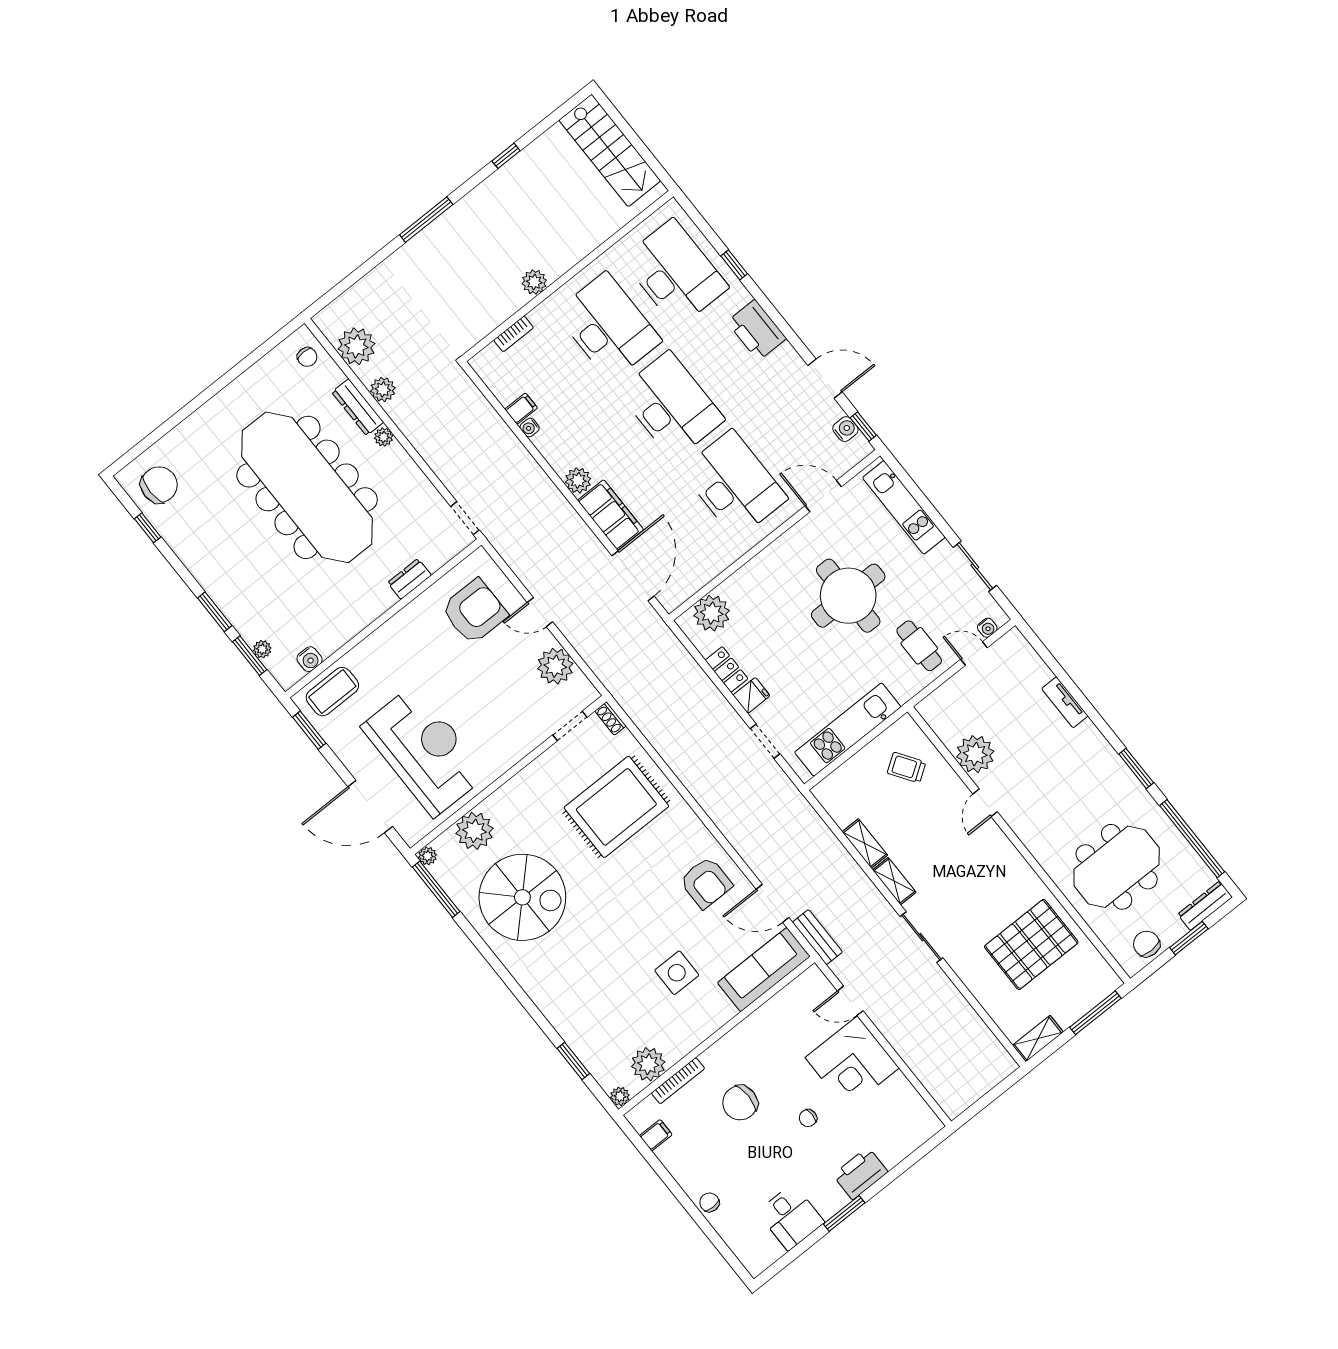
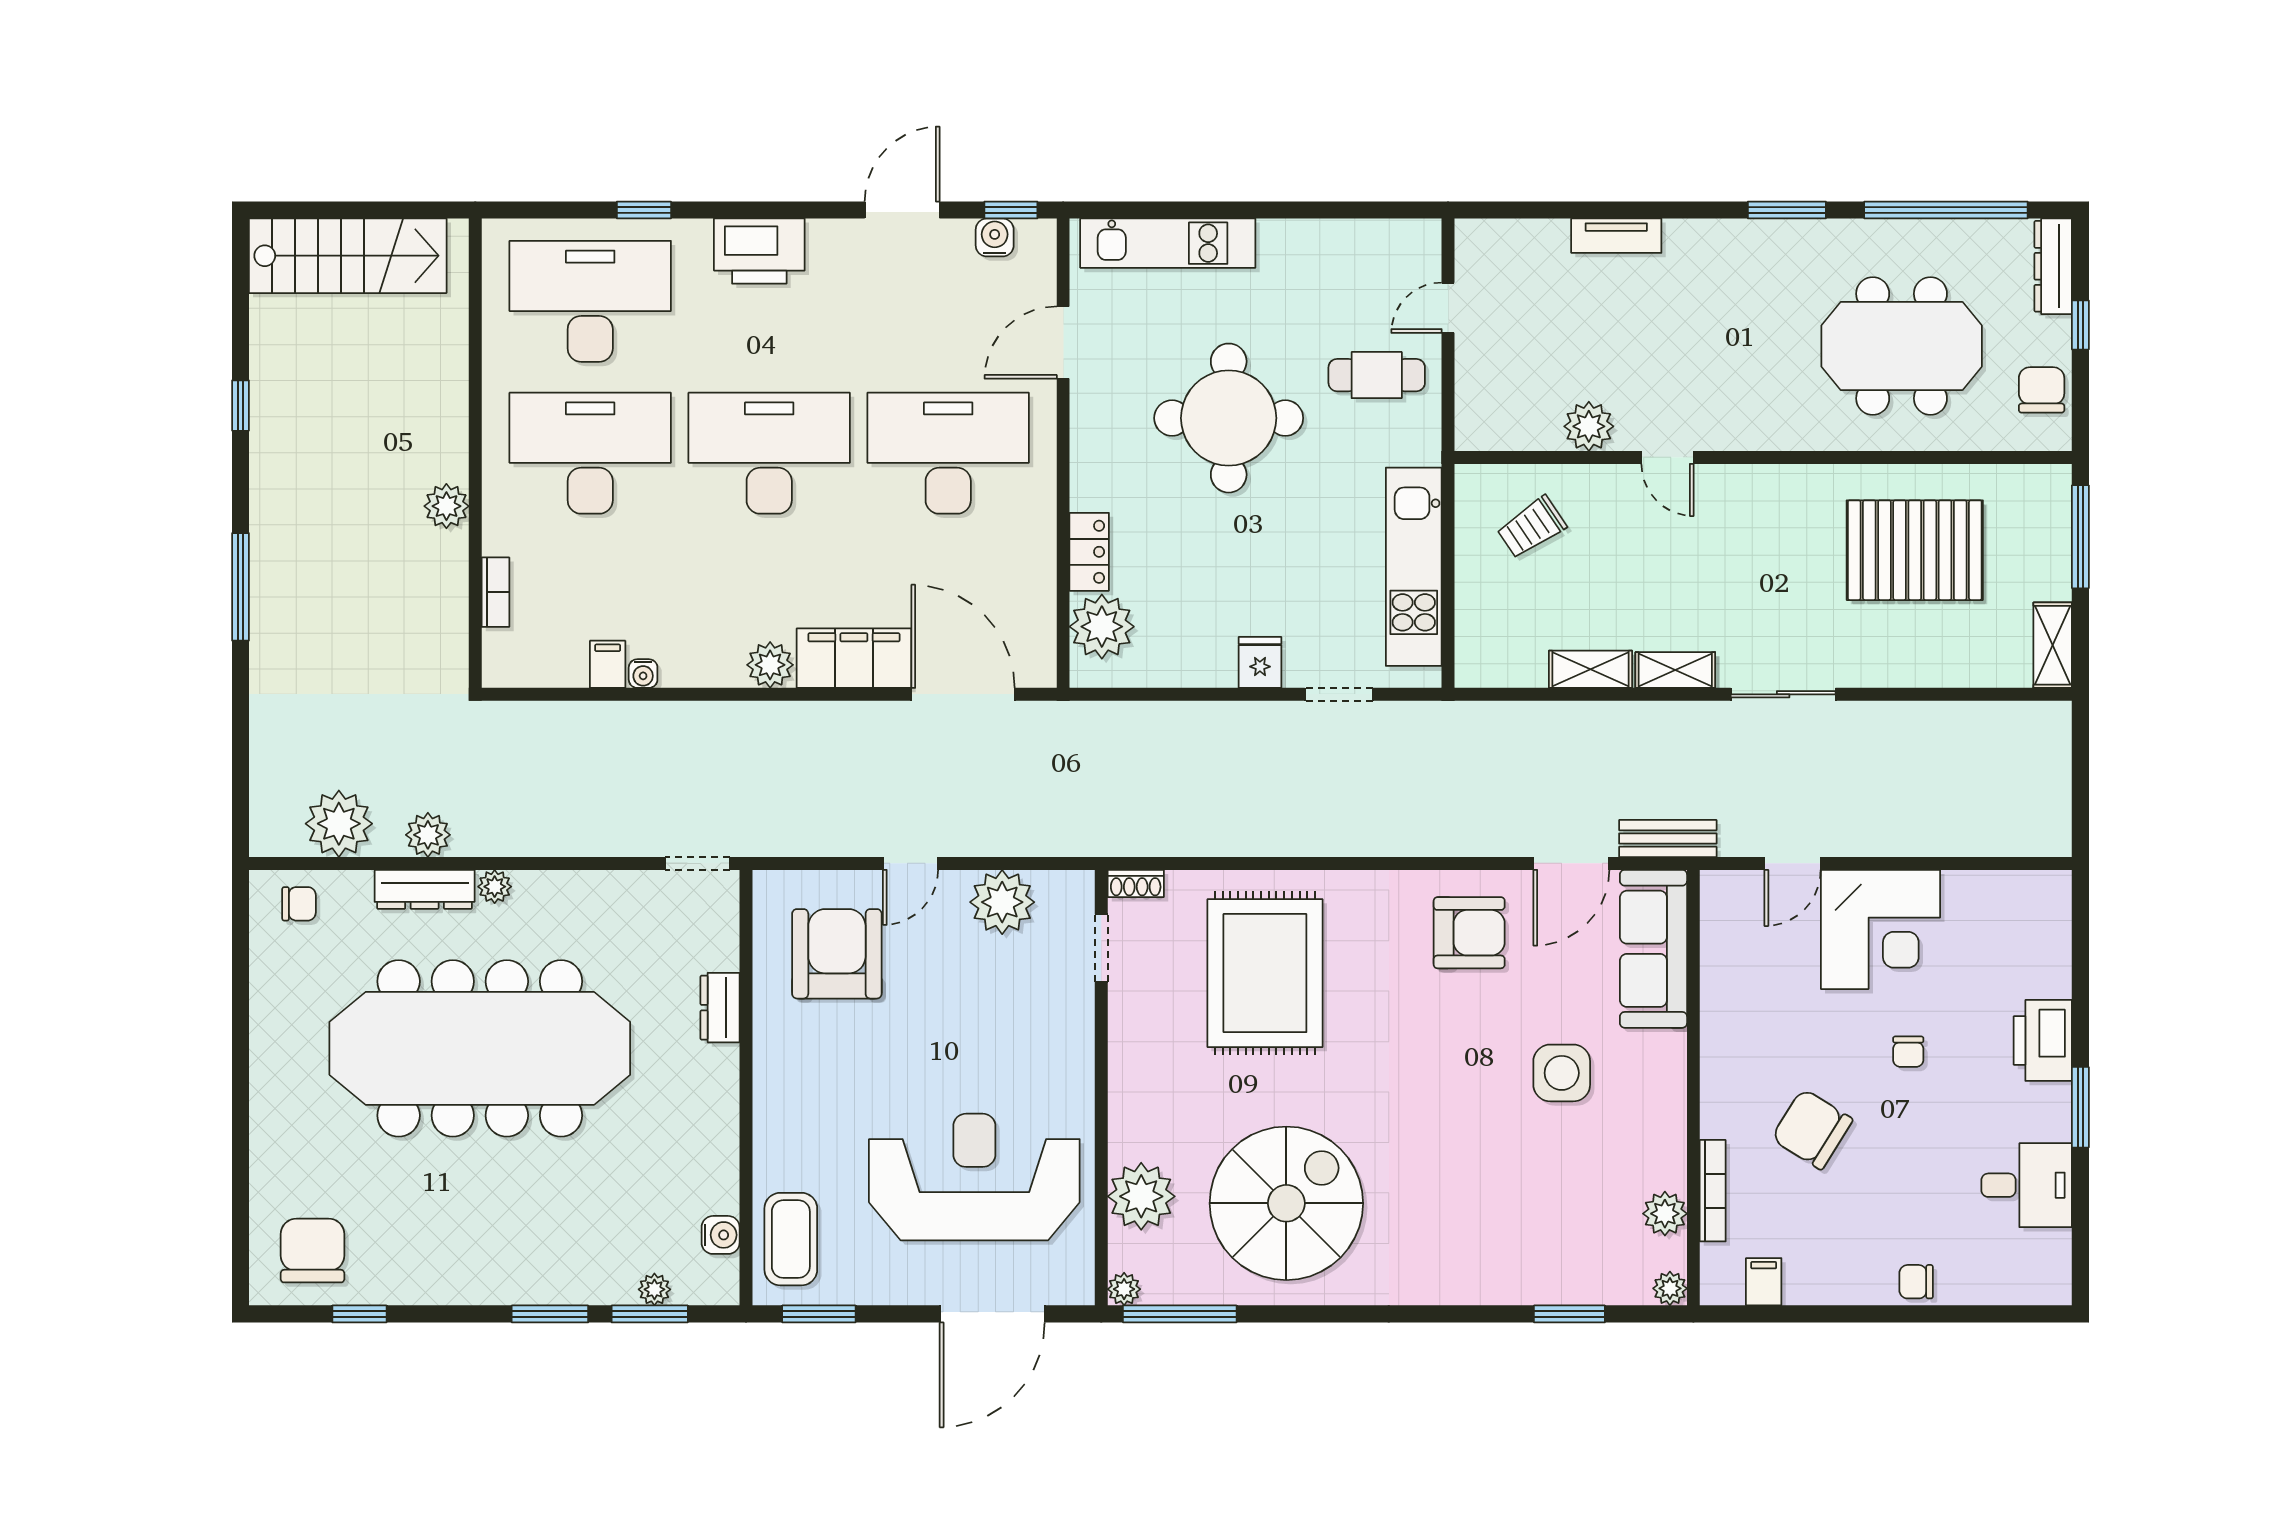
sliding door: (975, 566) -> (1328, 210), removed
water cooler: (987, 628) -> (1427, 261), removed
locker: (727, 669) -> (1089, 552), moved, turned 90
plant: (975, 754) -> (1589, 426), width x0.73, depth x0.73
meeting table: (1117, 867) -> (1902, 346), turned 90
window: (1189, 938) -> (2080, 325), width x0.67
pallet: (1031, 944) -> (1915, 550), turned 90
chair: (1147, 944) -> (2042, 390), turned 90
plant: (648, 1064) -> (1665, 1214), width x0.73, depth x0.73
chair: (740, 1103) -> (1812, 1129), turned 122

